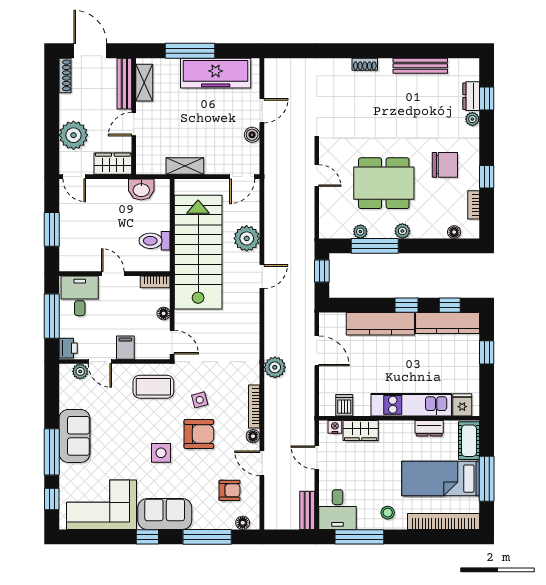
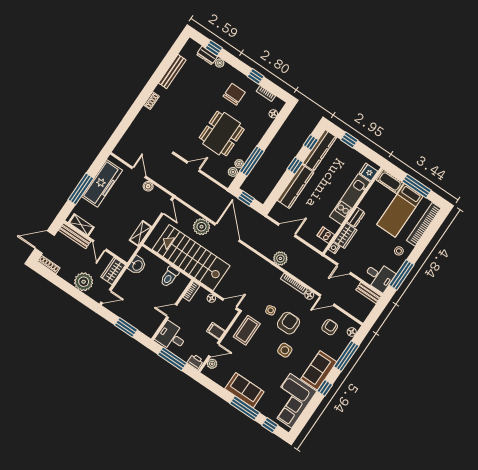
plant: (402, 231) -> (233, 172), moved
door: (262, 277) -> (227, 232), width x1.88
dresser: (429, 428) -> (356, 217), moved

